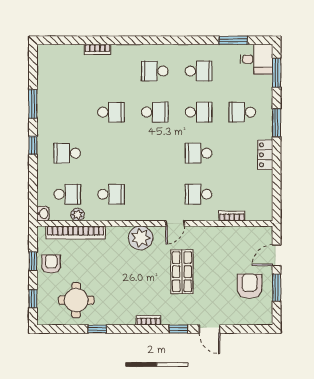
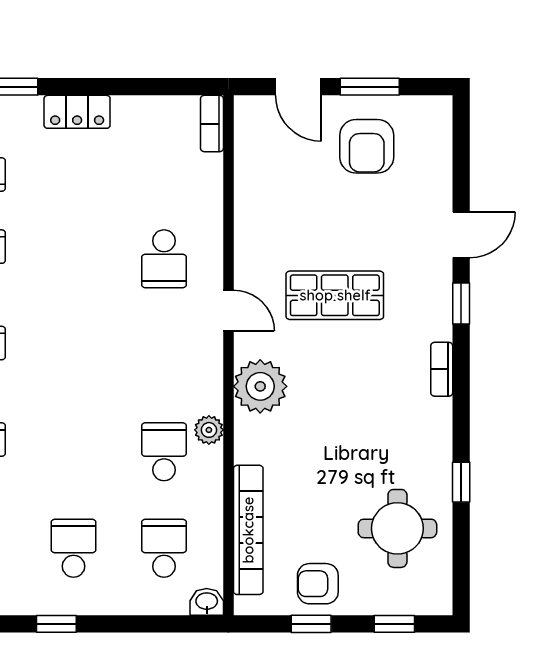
school desk: (67, 153) -> (74, 548), turned 180
school desk: (199, 153) -> (74, 259), removed
plant: (78, 215) -> (209, 430), moved
bookcase: (232, 216) -> (212, 124), moved
armchair: (250, 286) -> (367, 146), turned -90

